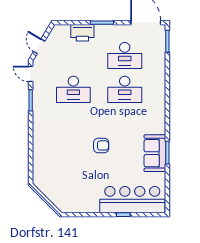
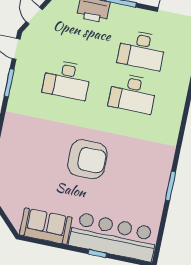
armchair: (101, 145) -> (87, 159), width x1.88, depth x1.88
sofa: (155, 153) -> (46, 226), moved, turned 90

